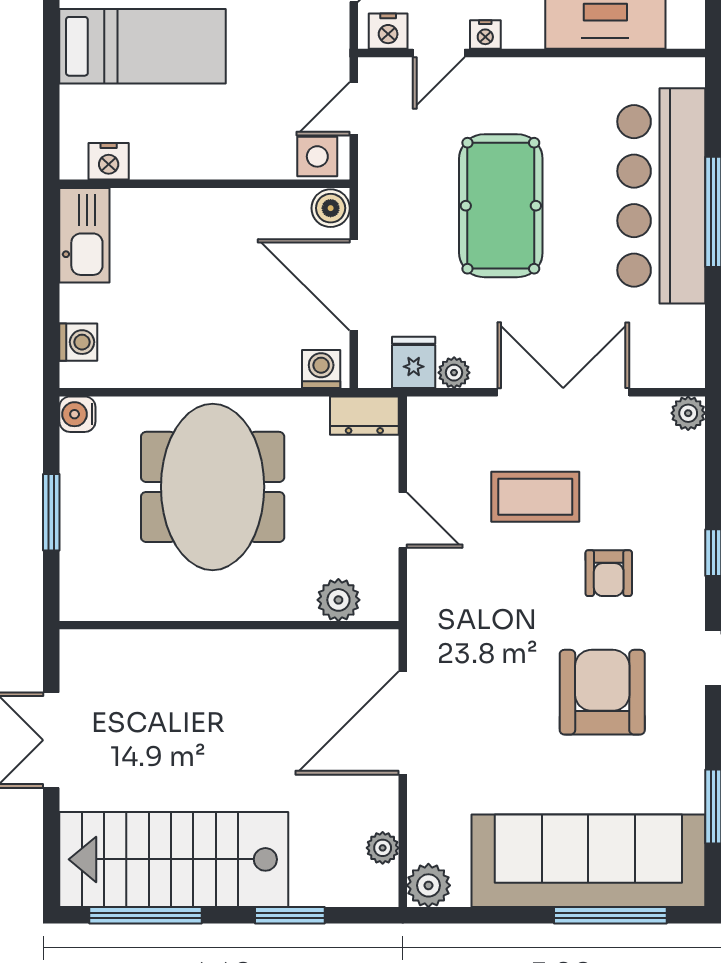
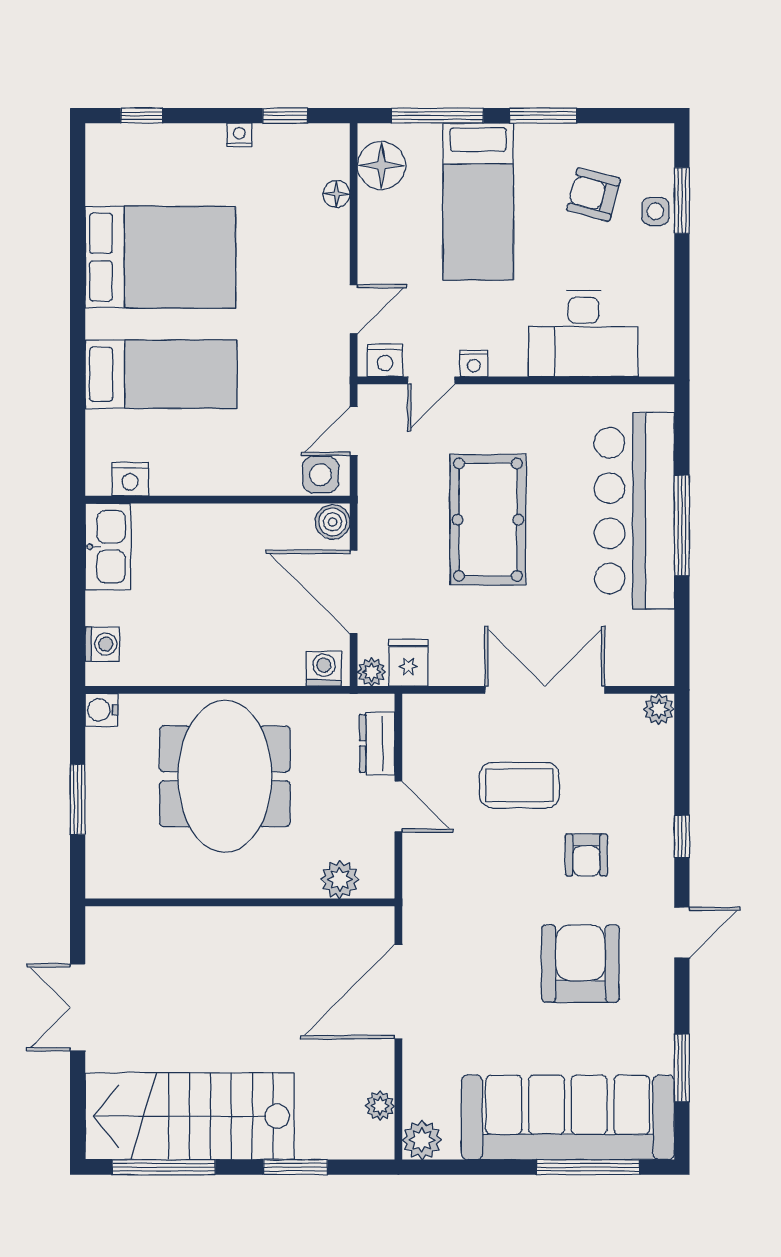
plant: (454, 373) -> (372, 672), moved
dresser: (364, 416) -> (377, 743), moved, turned 90

